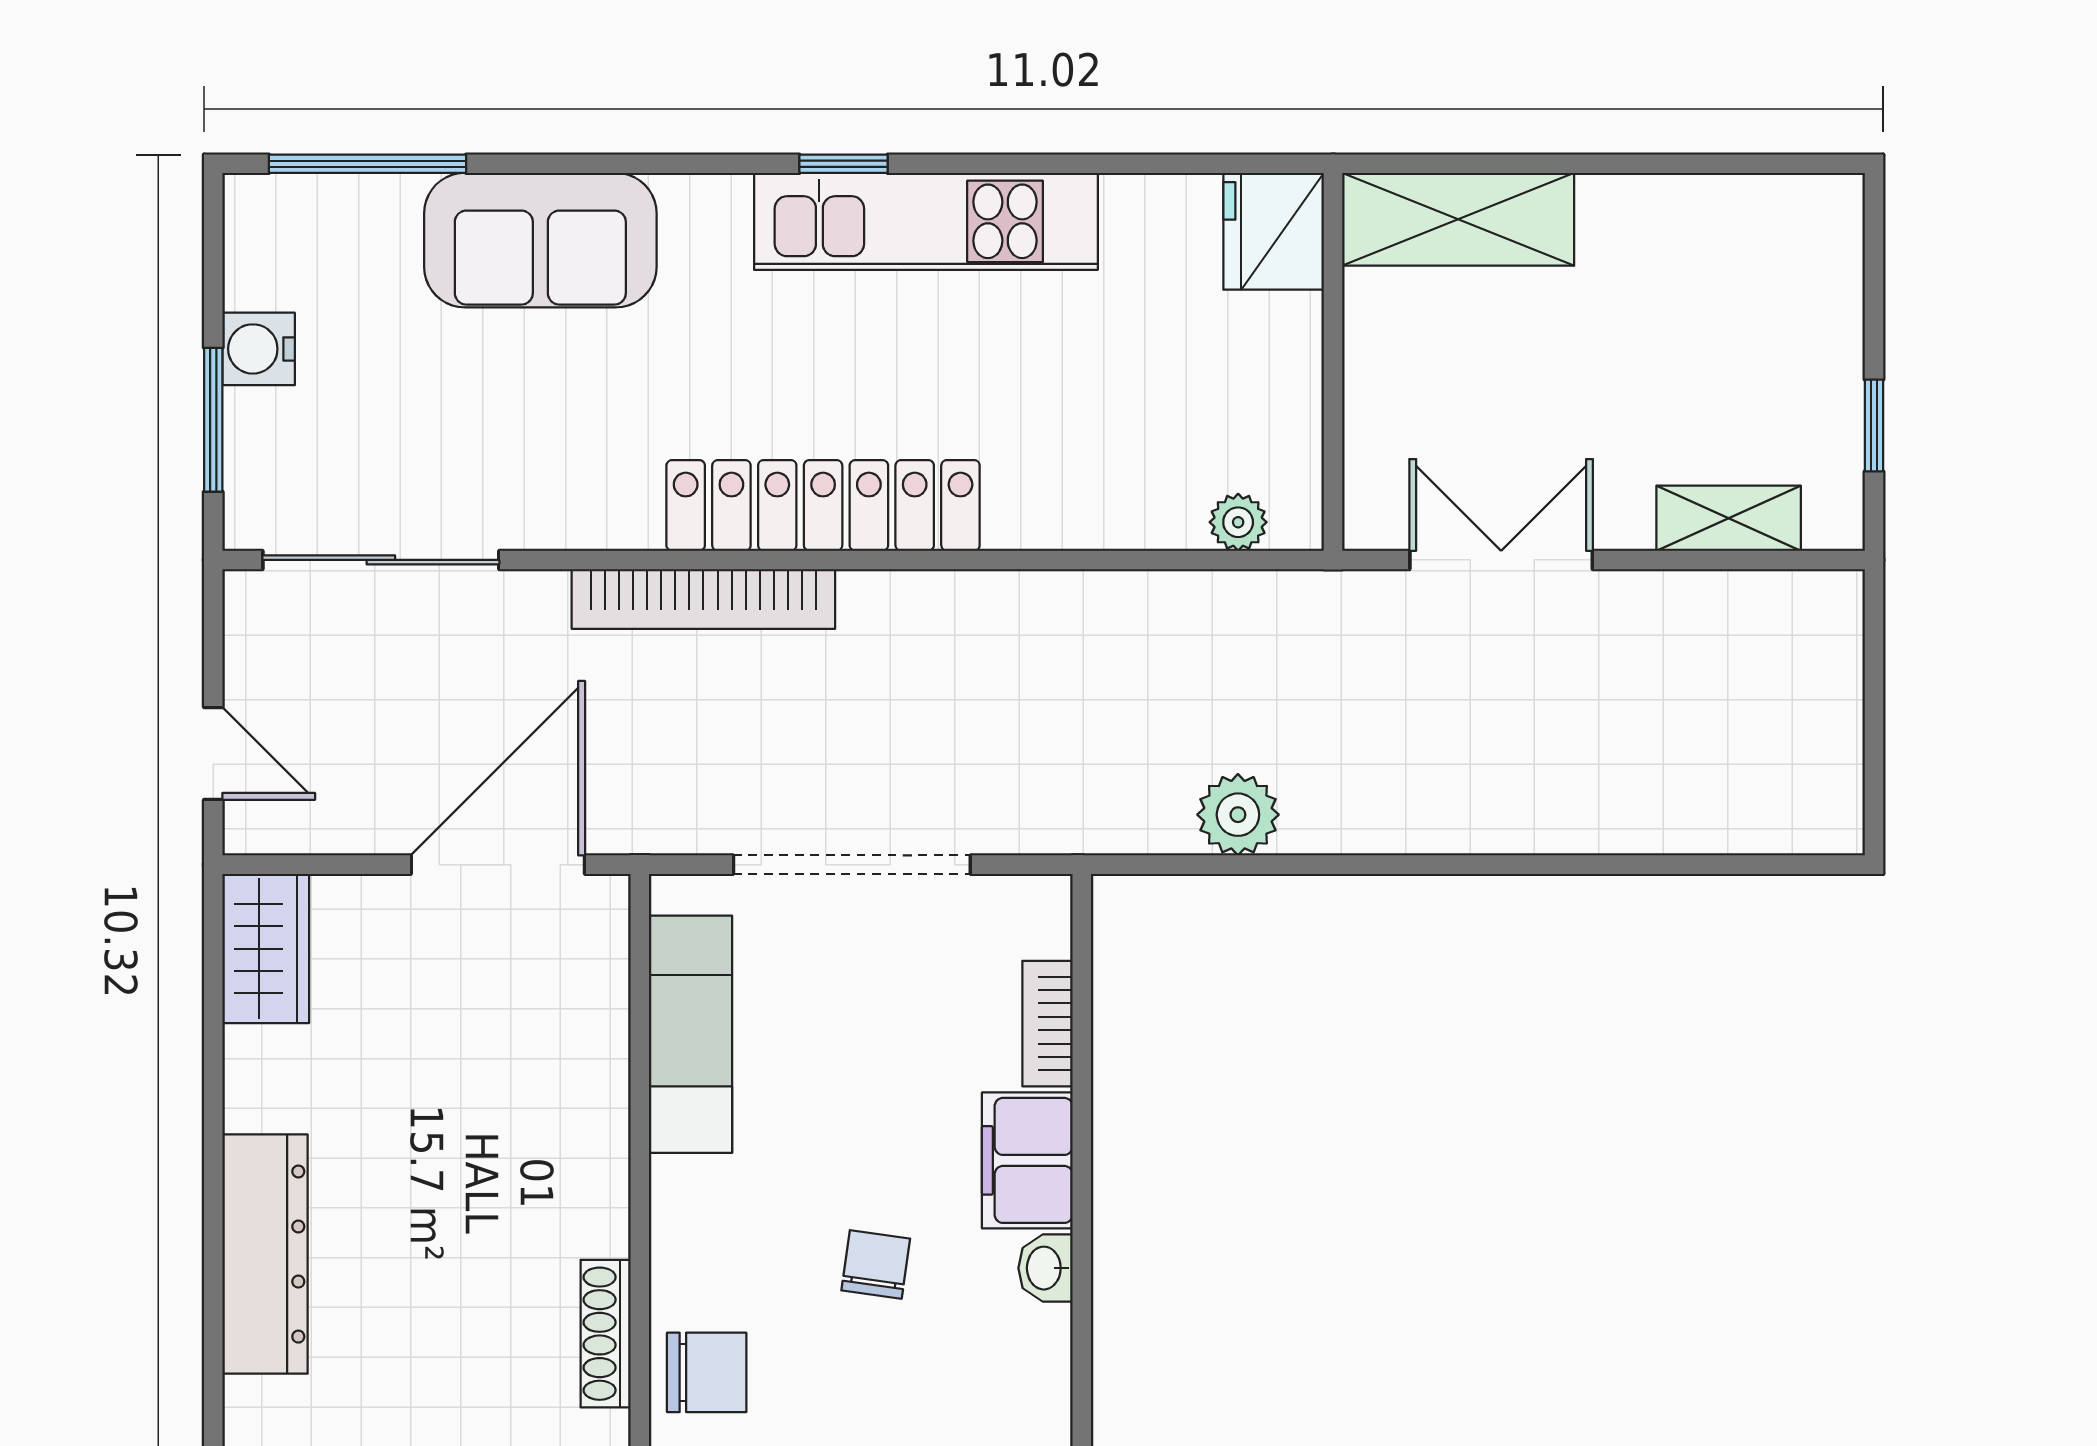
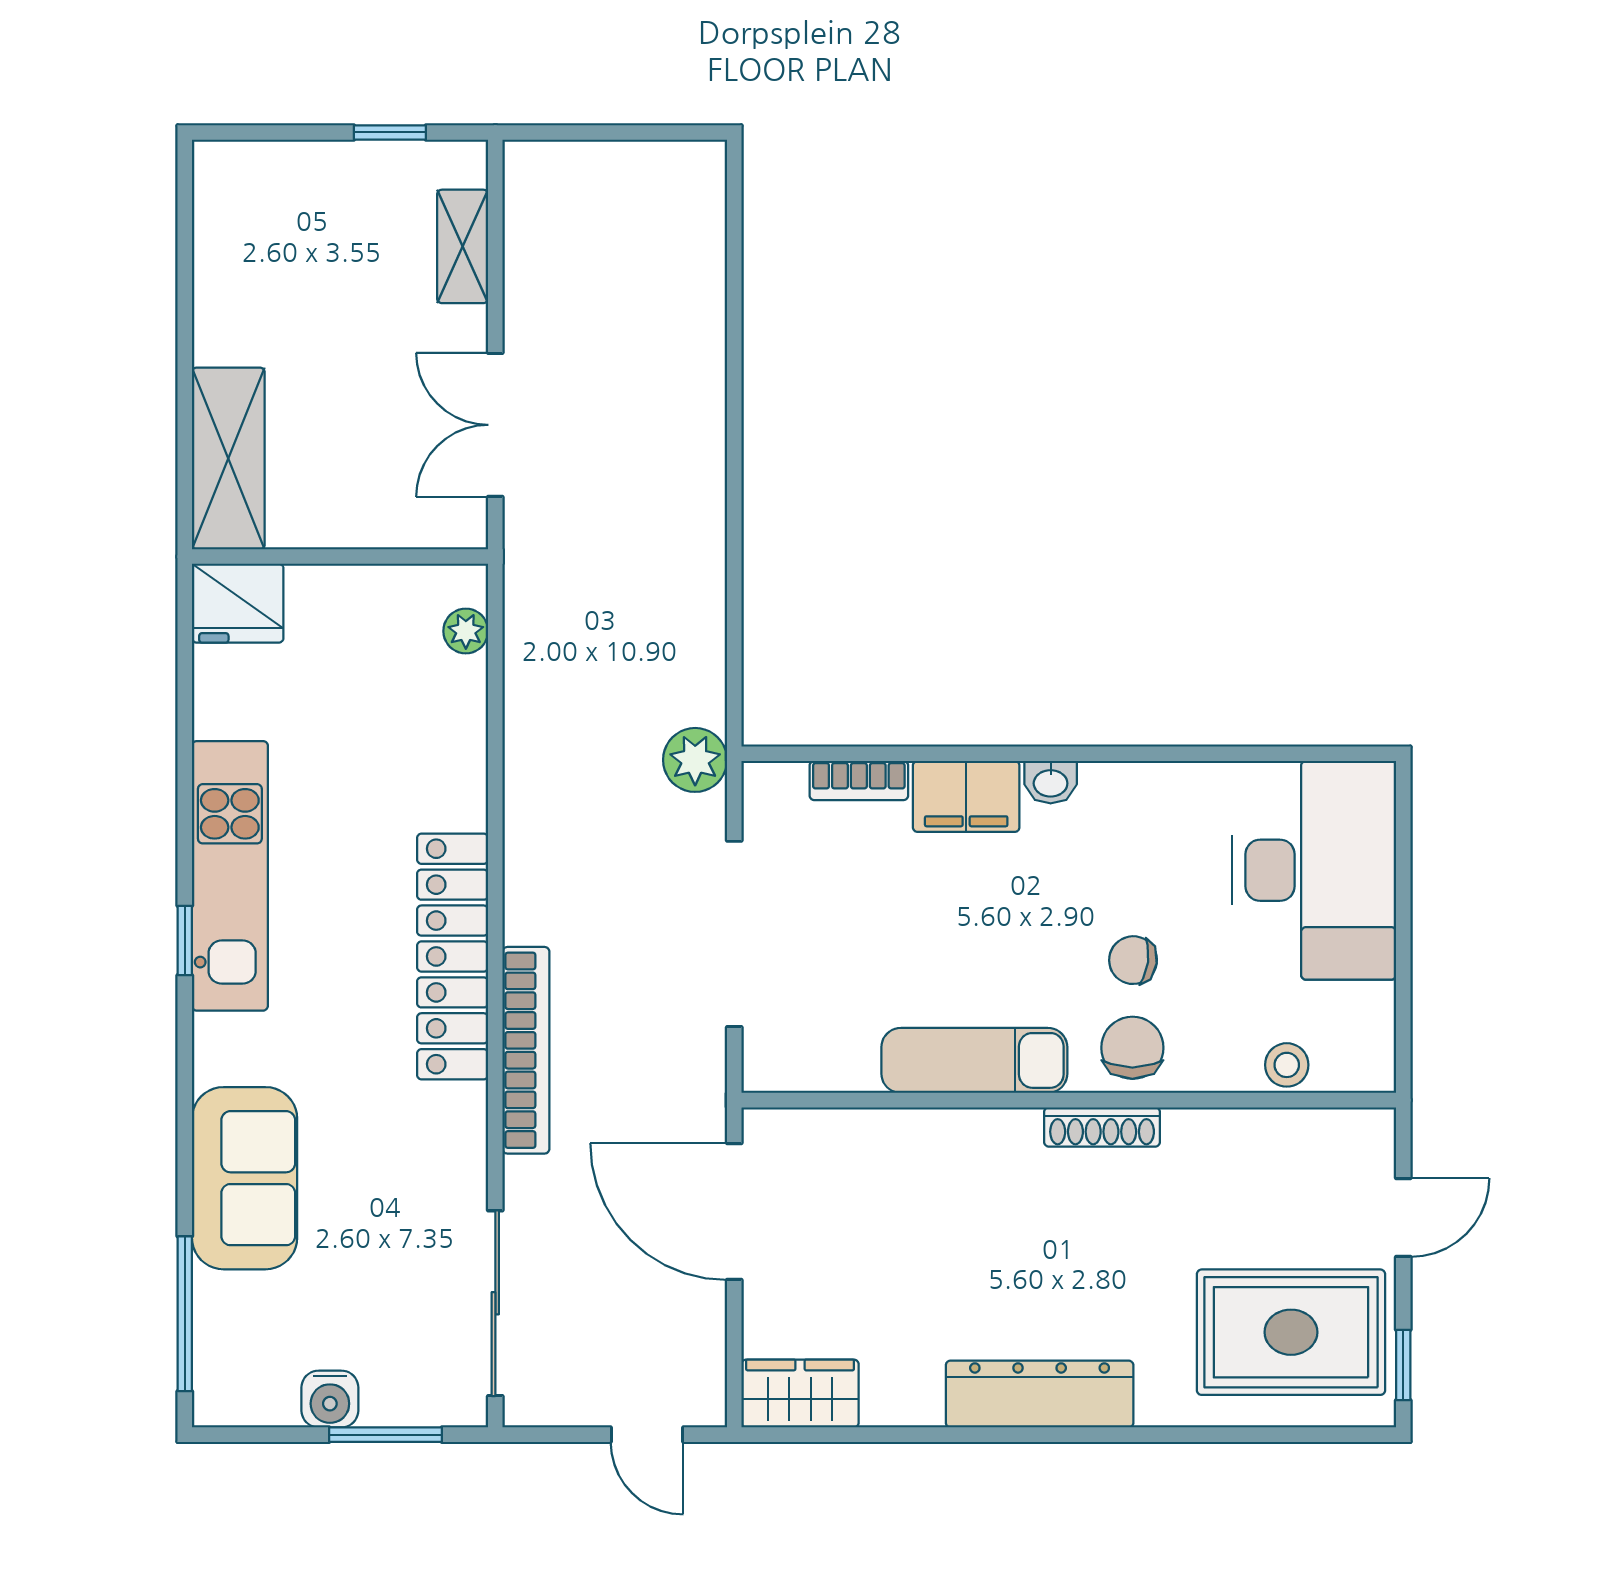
door: (213, 753) -> (647, 1435), swing flipped
plant: (1238, 815) -> (695, 760), moved
exam couch: (691, 1034) -> (974, 1060), moved
chair: (876, 1264) -> (1133, 960), moved

